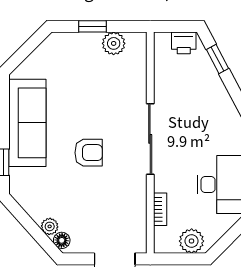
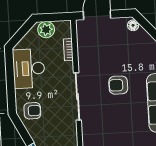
armchair: (219, 121) -> (32, 111), added
plant: (50, 226) -> (142, 34), removed

